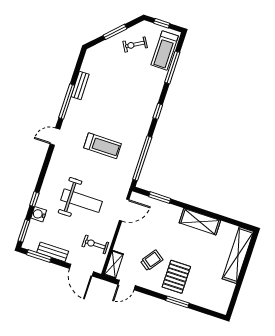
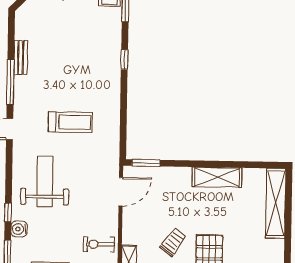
window: (142, 158) -> (123, 122), removed
window: (160, 198) -> (146, 163), moved
weight bench: (82, 201) -> (45, 181), moved, turned -90

